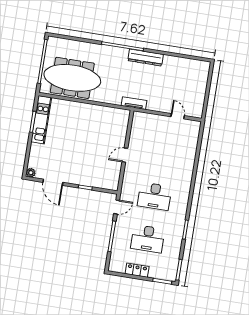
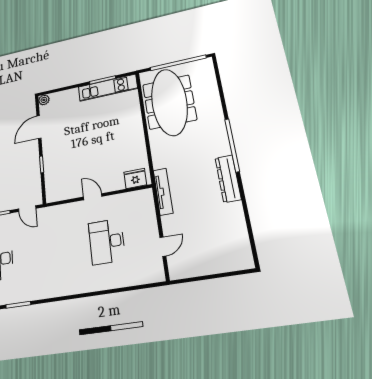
tv unit: (134, 103) -> (163, 192), width x1.41
fridge: (122, 120) -> (135, 178), added
desk: (154, 196) -> (107, 242), moved

